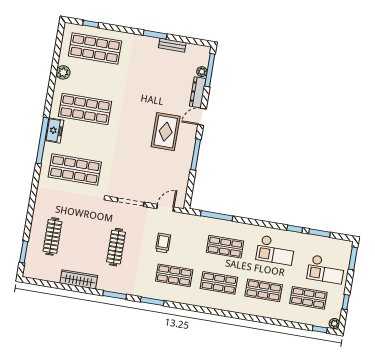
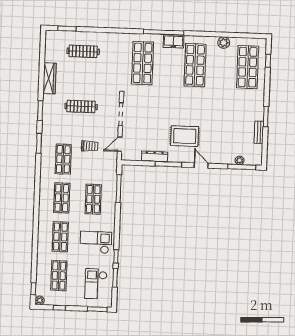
dresser: (198, 92) -> (155, 156), moved
door: (165, 208) -> (120, 144), swing flipped
checkout: (275, 250) -> (96, 242), turned 90
checkout: (326, 269) -> (96, 284), moved

